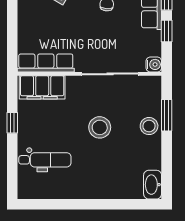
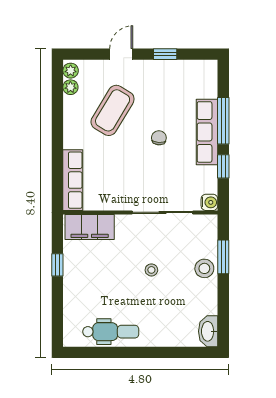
row of seats: (46, 63) -> (73, 180), moved, turned 90
stool: (100, 127) -> (151, 270), width x0.53, depth x0.53
dental chair: (45, 160) -> (111, 332), moved

